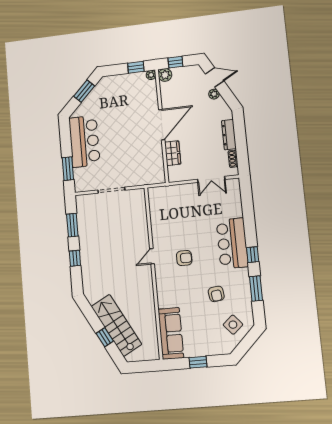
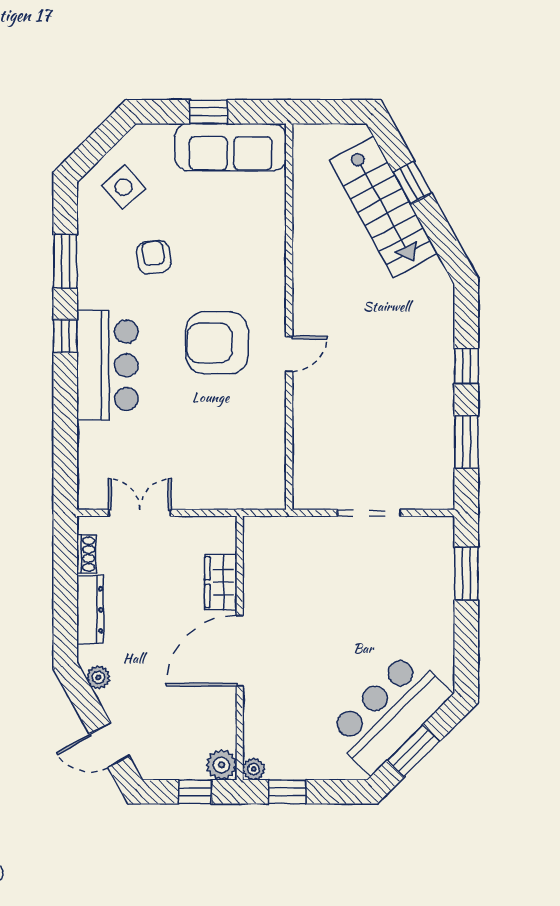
plant: (214, 94) -> (98, 677), moved
bar counter: (84, 141) -> (389, 713), moved, turned 45
armchair: (184, 258) -> (217, 343), width x1.88, depth x1.88
sofa: (171, 333) -> (230, 147), moved, turned -90

